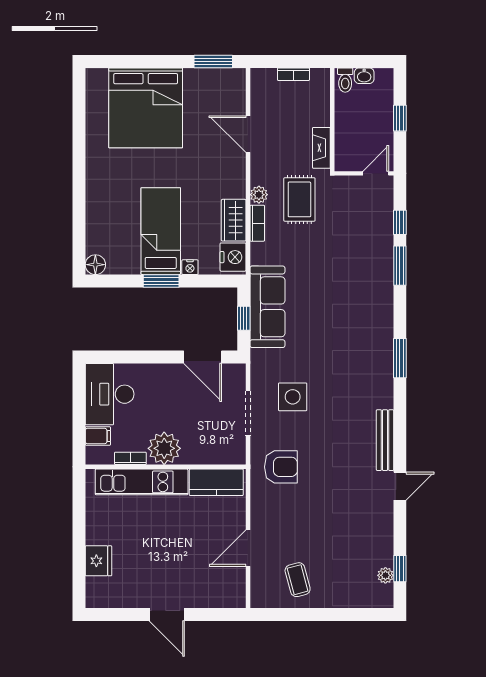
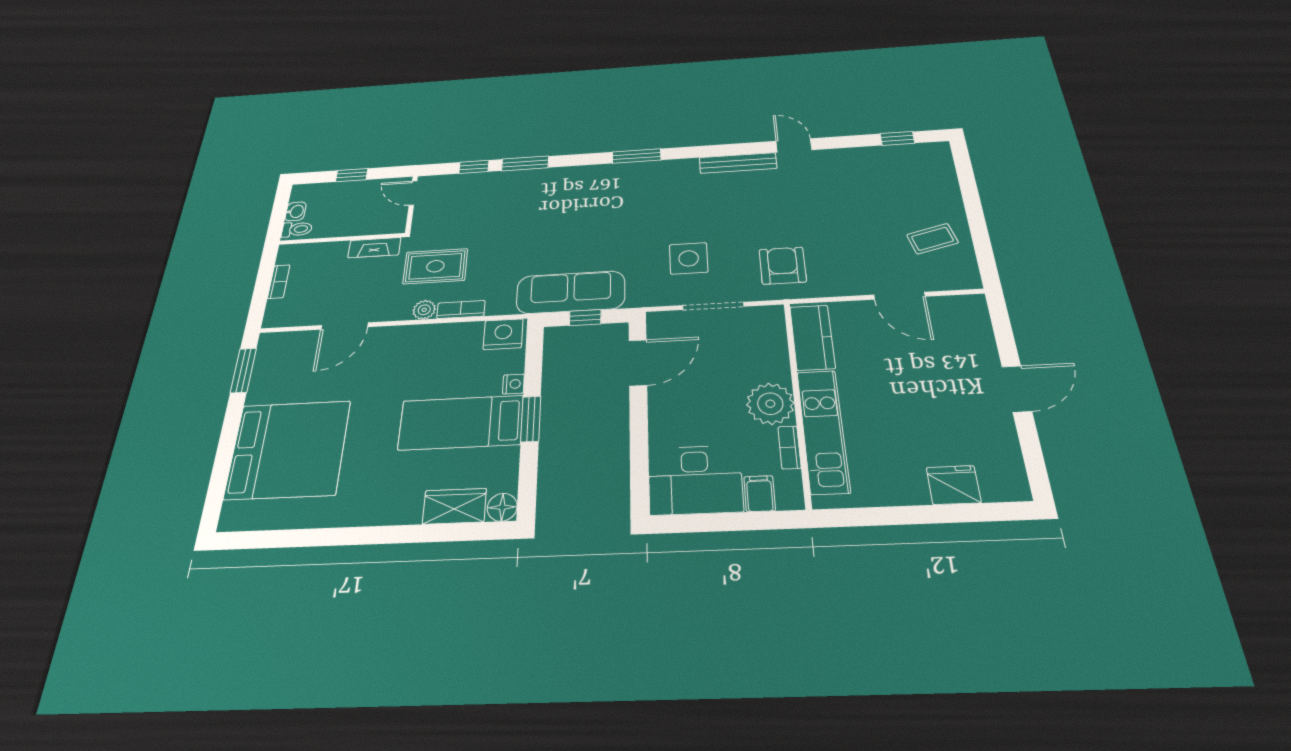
wardrobe: (234, 220) -> (455, 506), moved, turned 180
plant: (385, 575) -> (909, 151), removed

